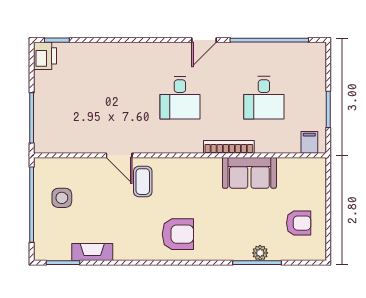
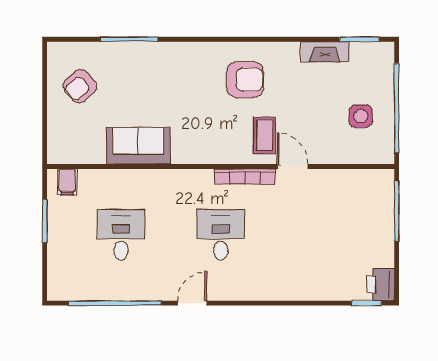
bookcase: (229, 147) -> (245, 177), moved
armchair: (299, 223) -> (80, 86), turned -41
armchair: (178, 234) -> (245, 80), moved, turned 180
plant: (260, 253) -> (125, 51), removed

